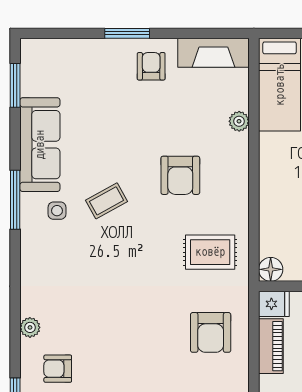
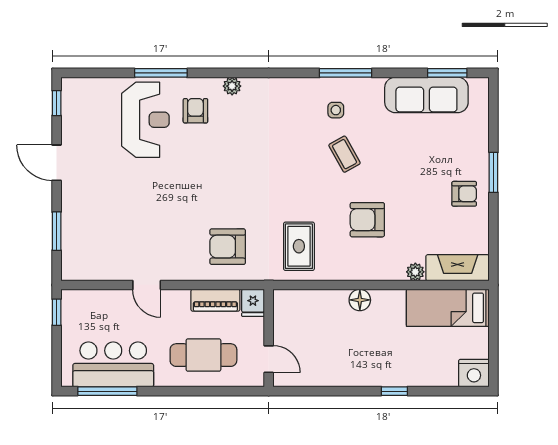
fireplace: (213, 53) -> (458, 268), moved, turned 90
sofa: (40, 145) -> (426, 95), moved
floor lamp: (271, 269) -> (360, 300), moved

